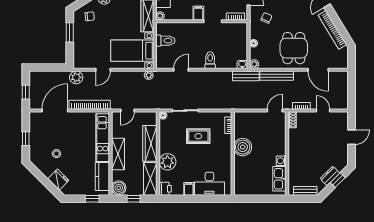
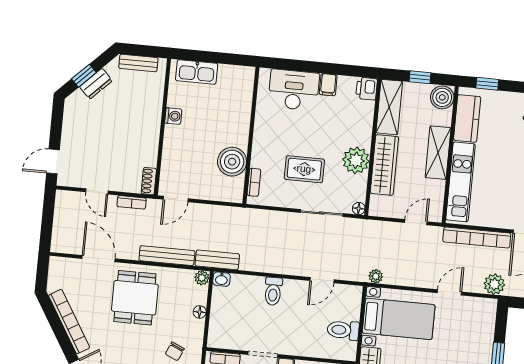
door: (351, 137) -> (53, 161), moved
boiler: (243, 147) -> (232, 162), moved
plant: (167, 162) -> (356, 160), moved
kitchen sink: (279, 179) -> (197, 72), moved, turned 90

